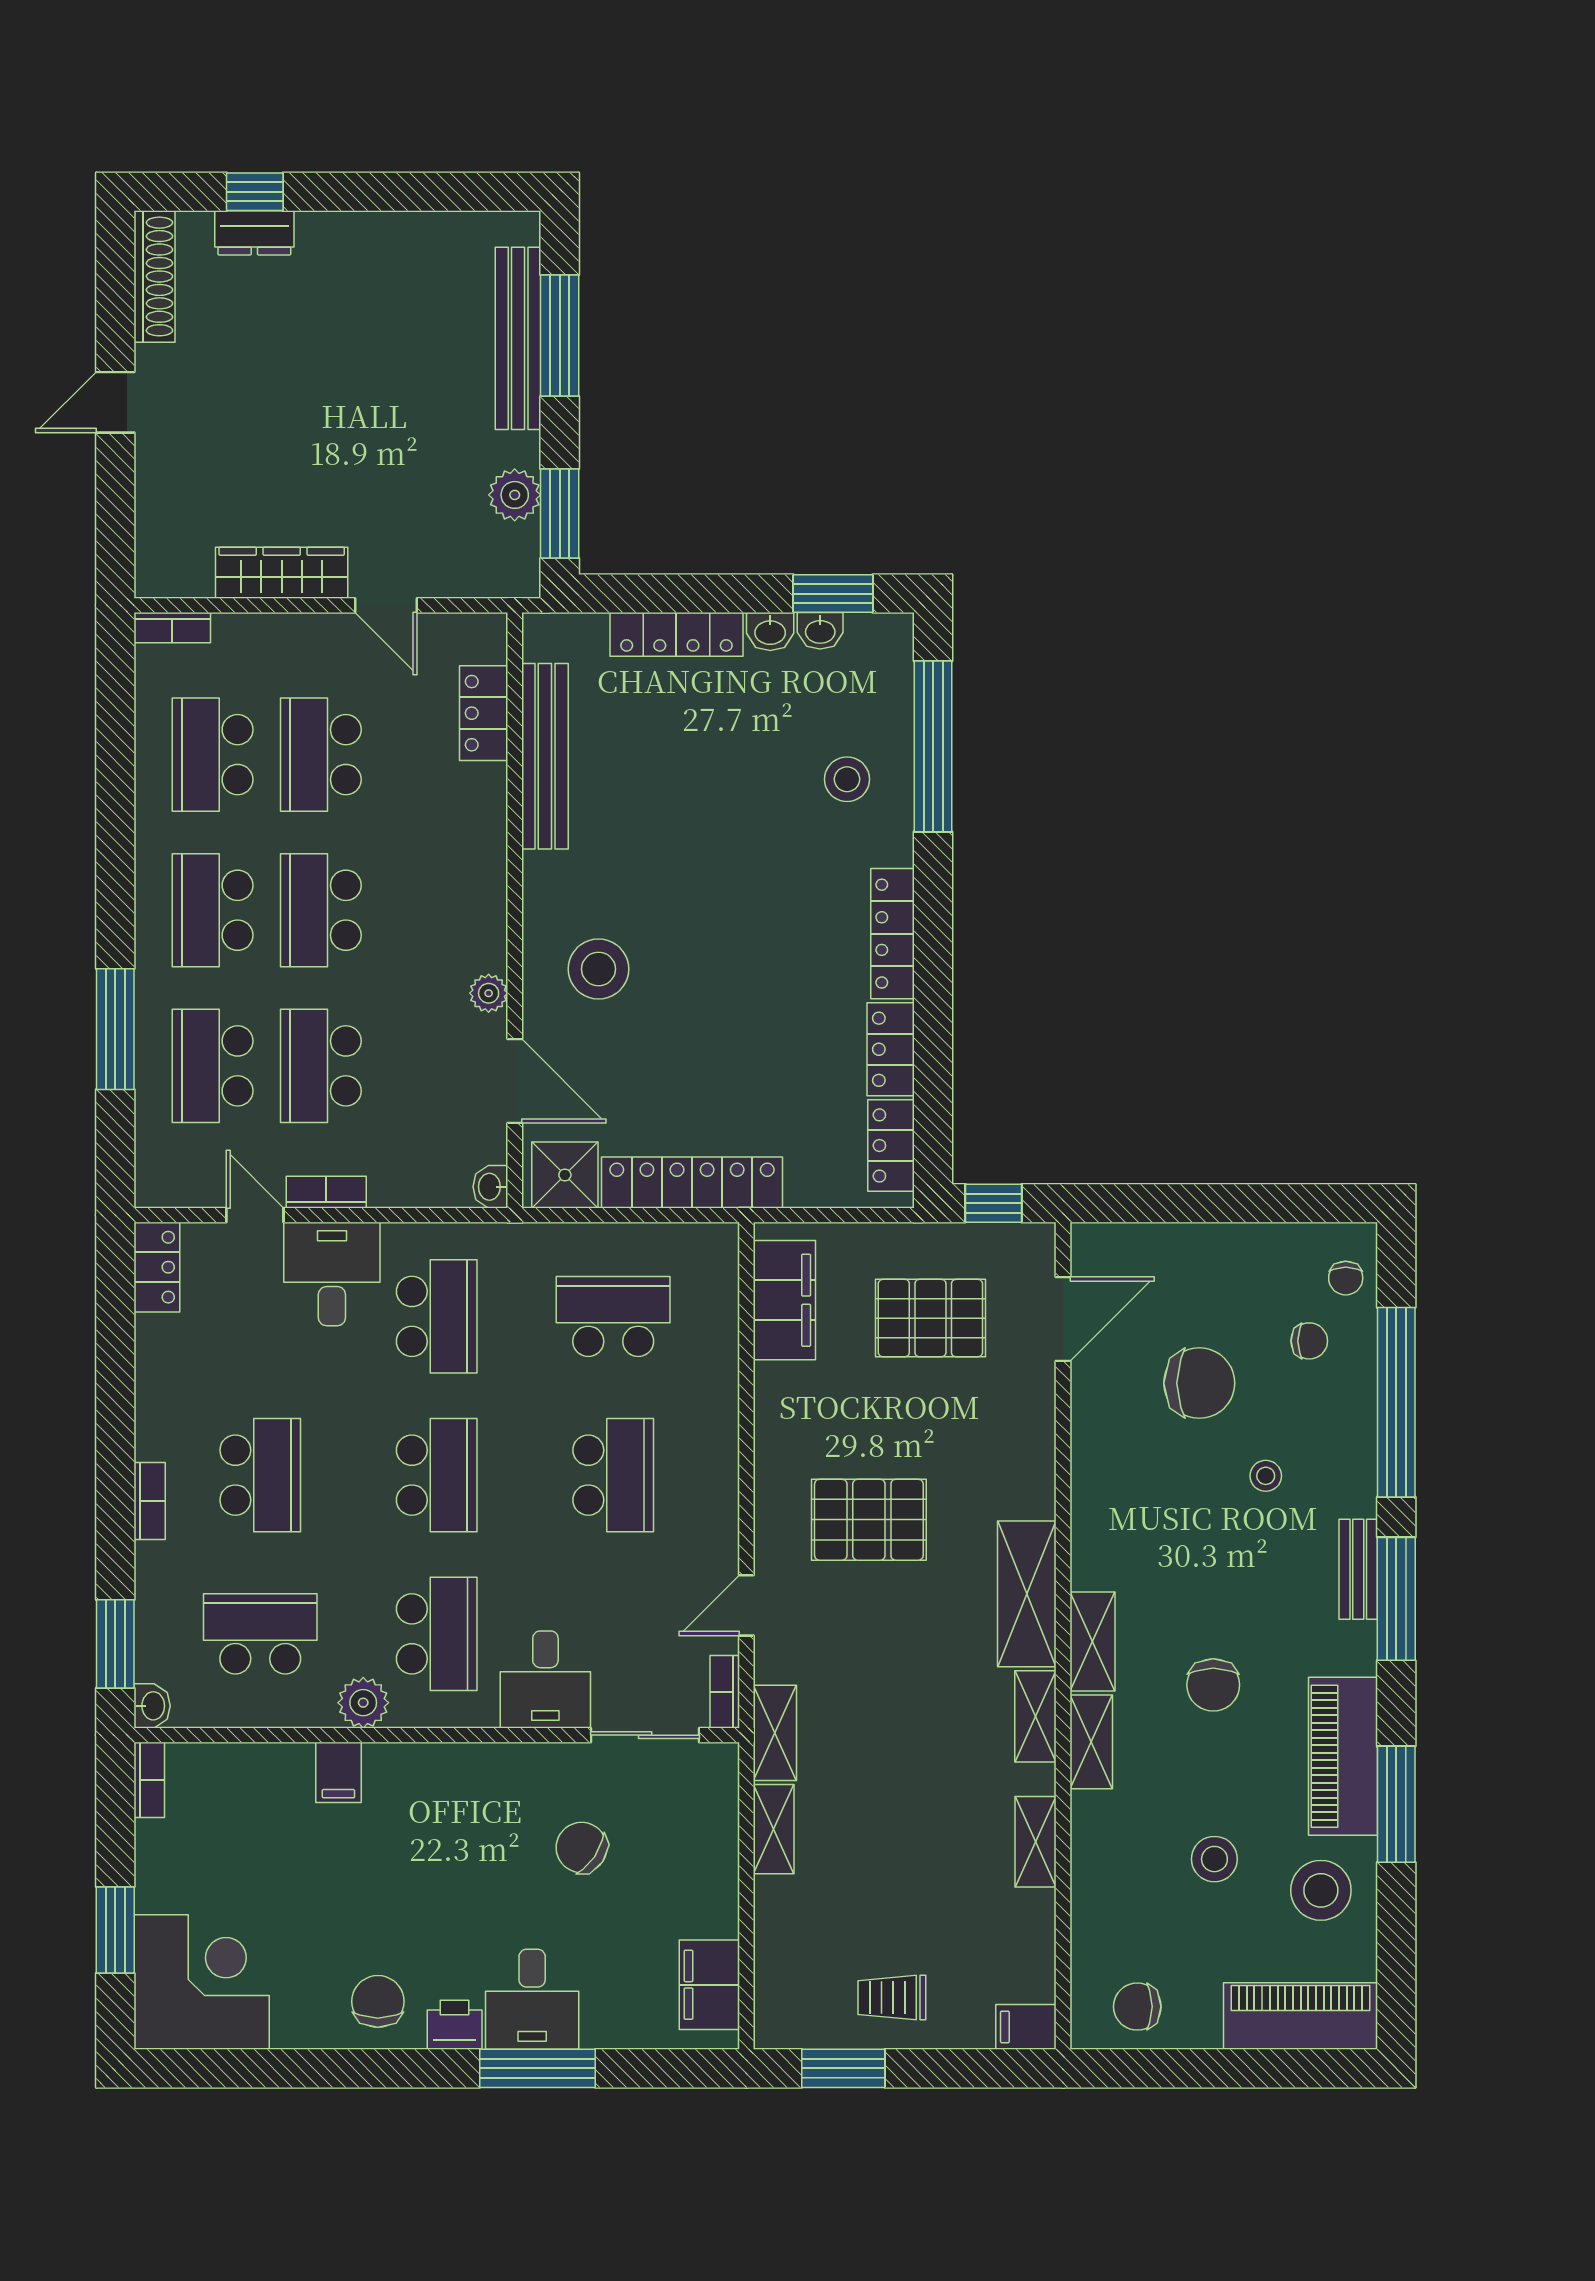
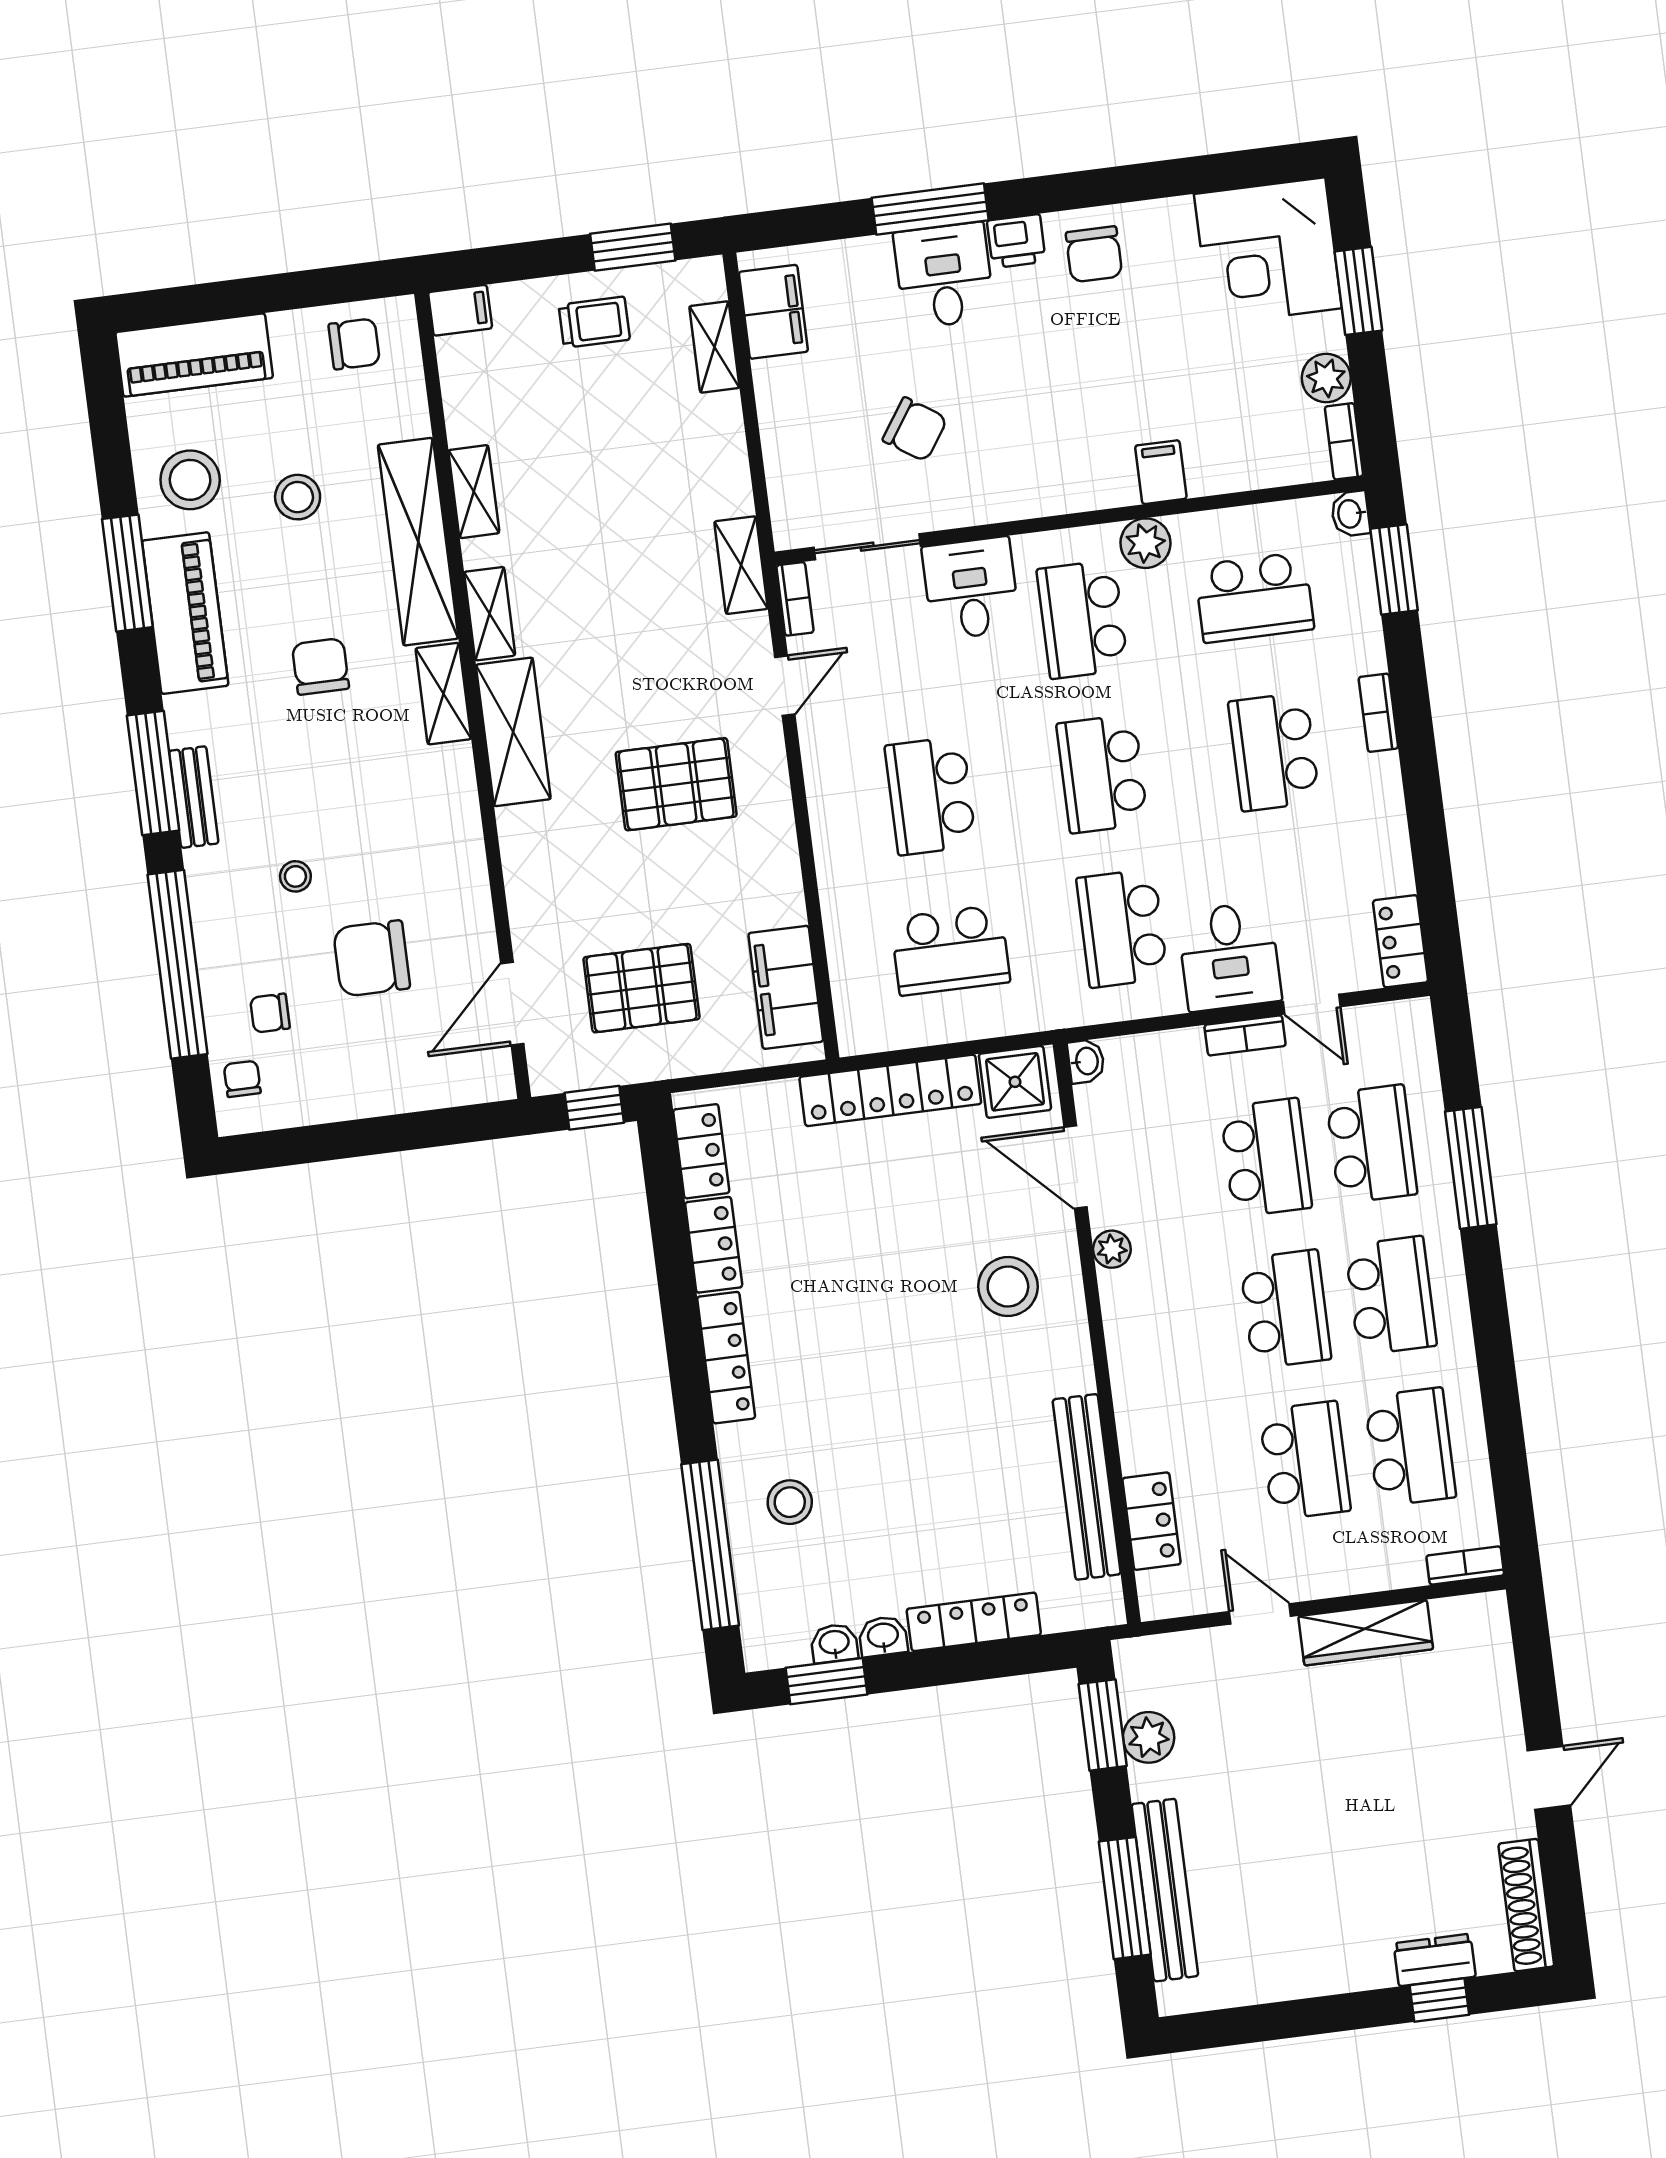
shelving: (1091, 1742) -> (418, 542), width x2.20, depth x1.33
shelving: (774, 1829) -> (714, 347), moved
plant: (159, 1846) -> (1326, 378), added

